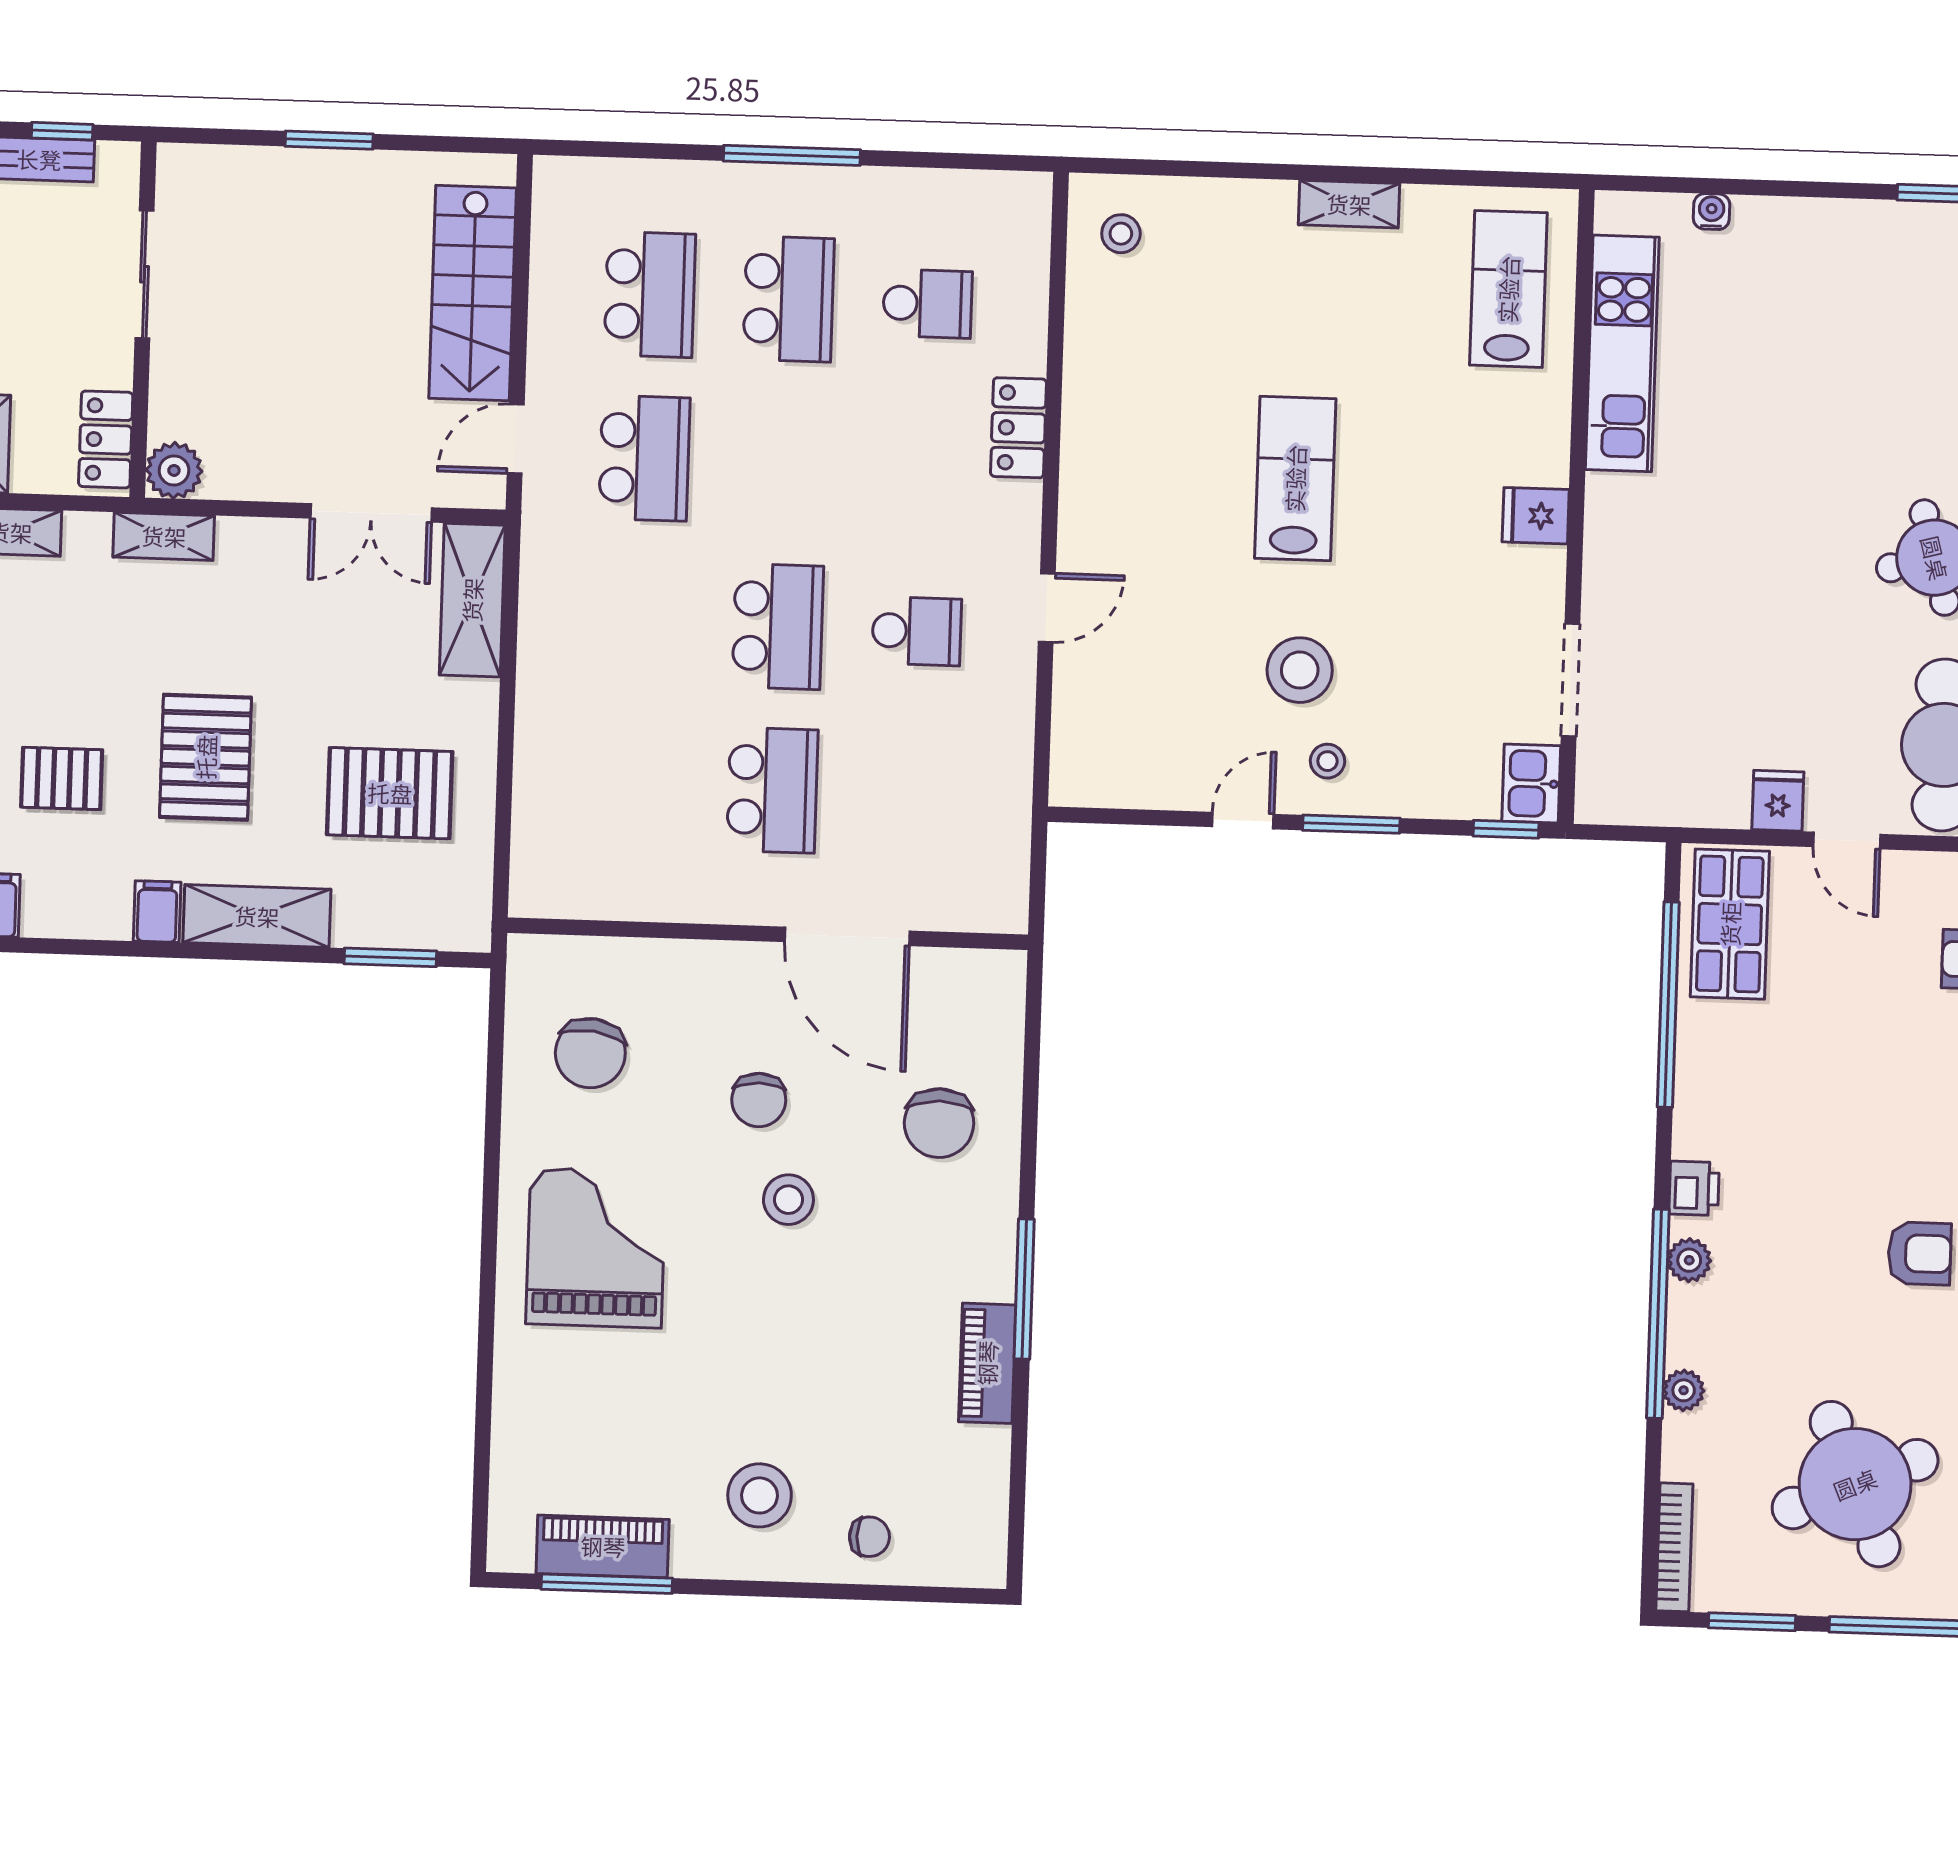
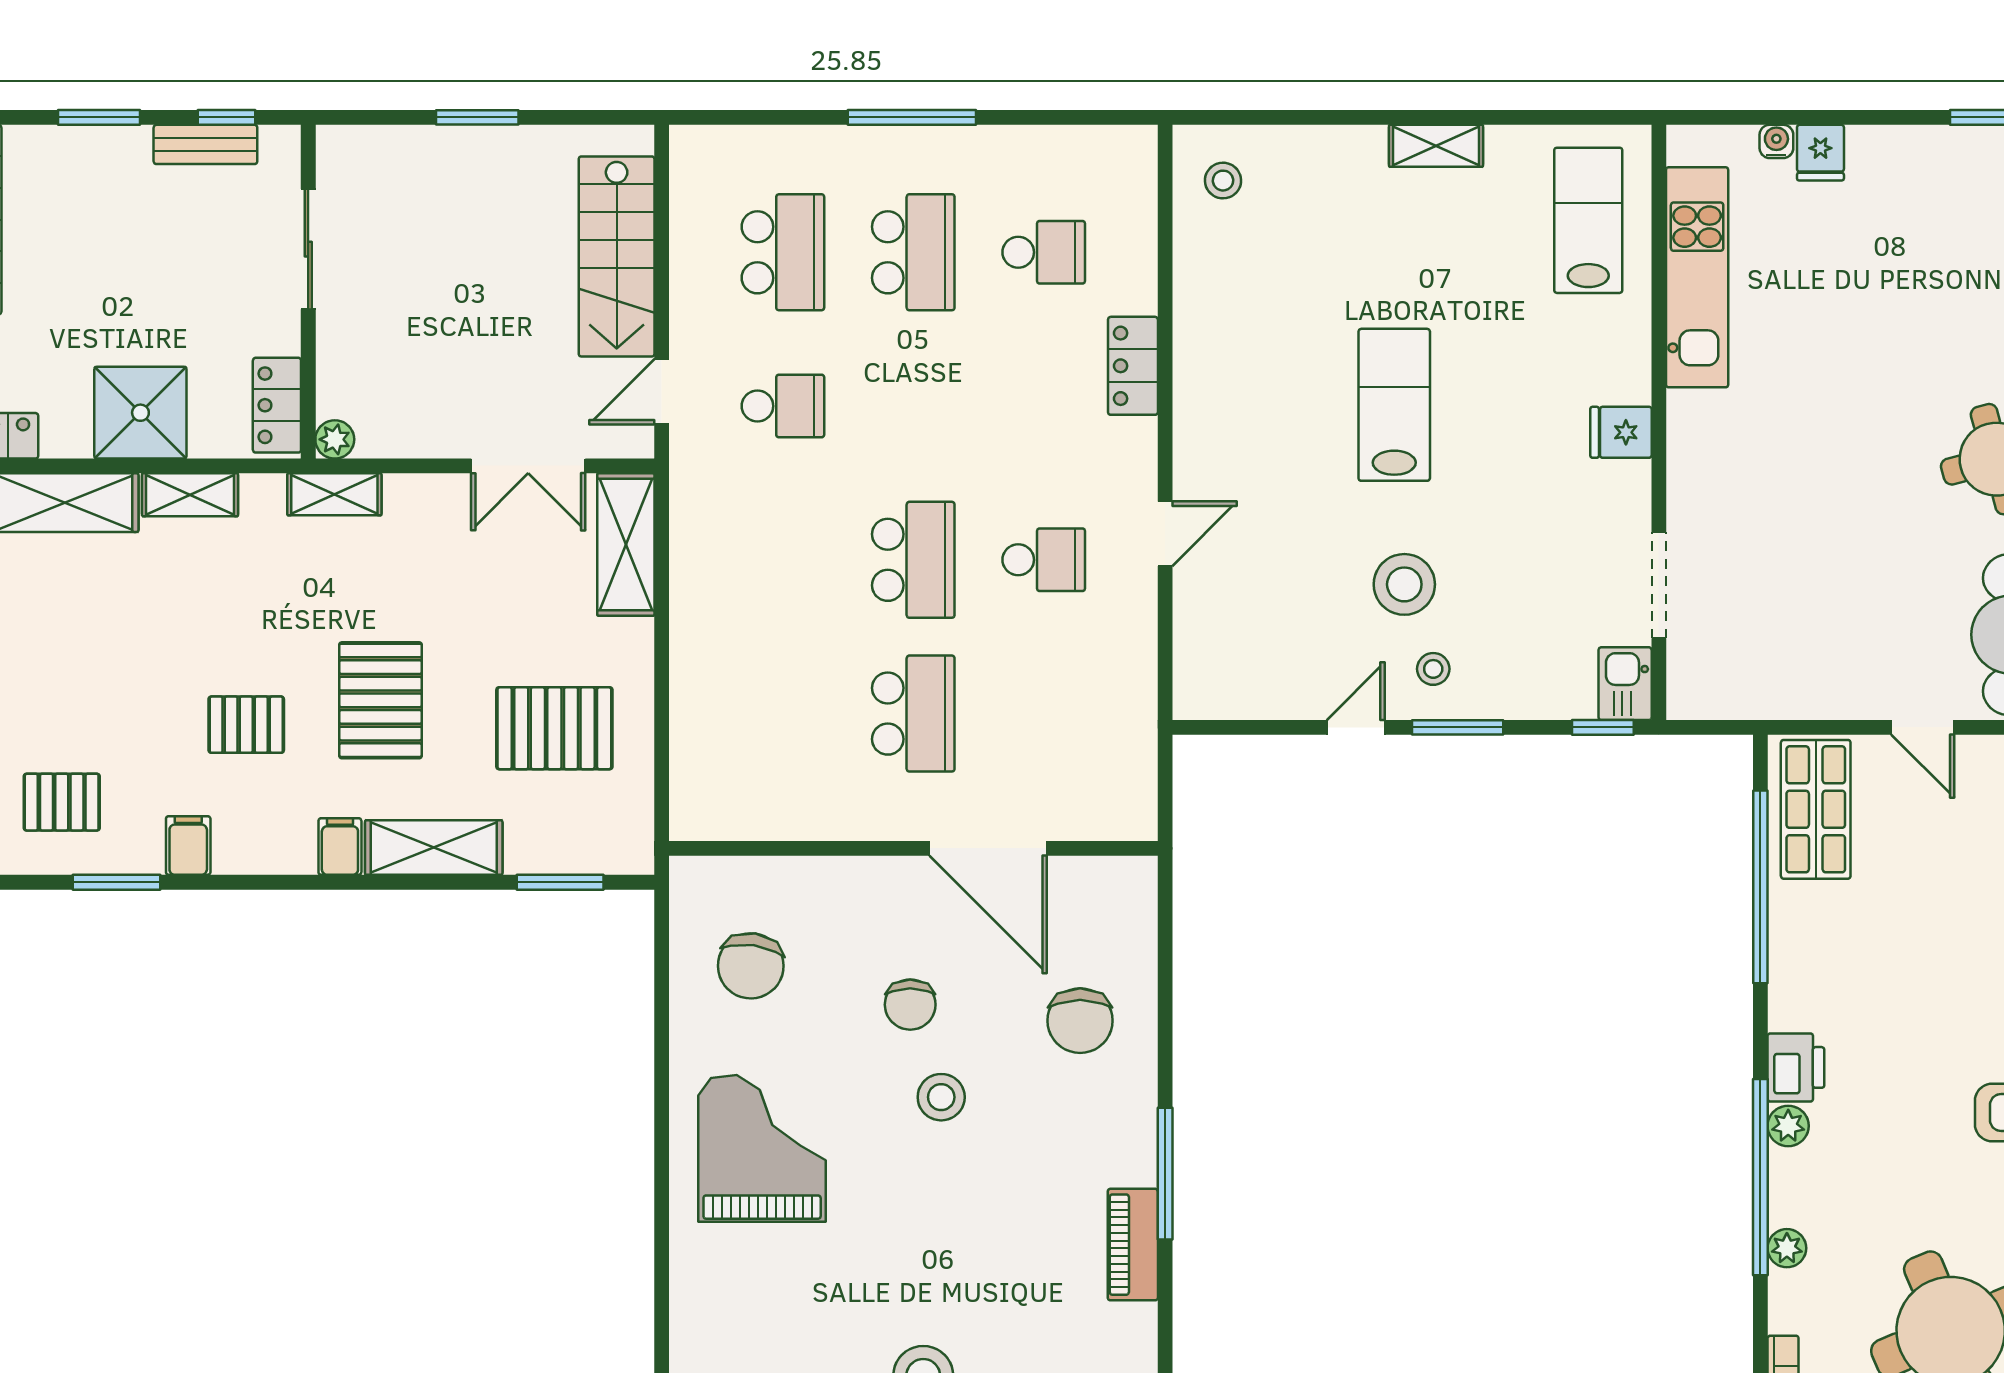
school desk: (644, 458) -> (783, 406), width x0.54
plant: (174, 470) -> (335, 439), width x0.73, depth x0.73
fridge: (1778, 801) -> (1820, 153), moved, turned 180
printer: (1694, 1188) -> (1796, 1067), width x1.36, depth x1.24

